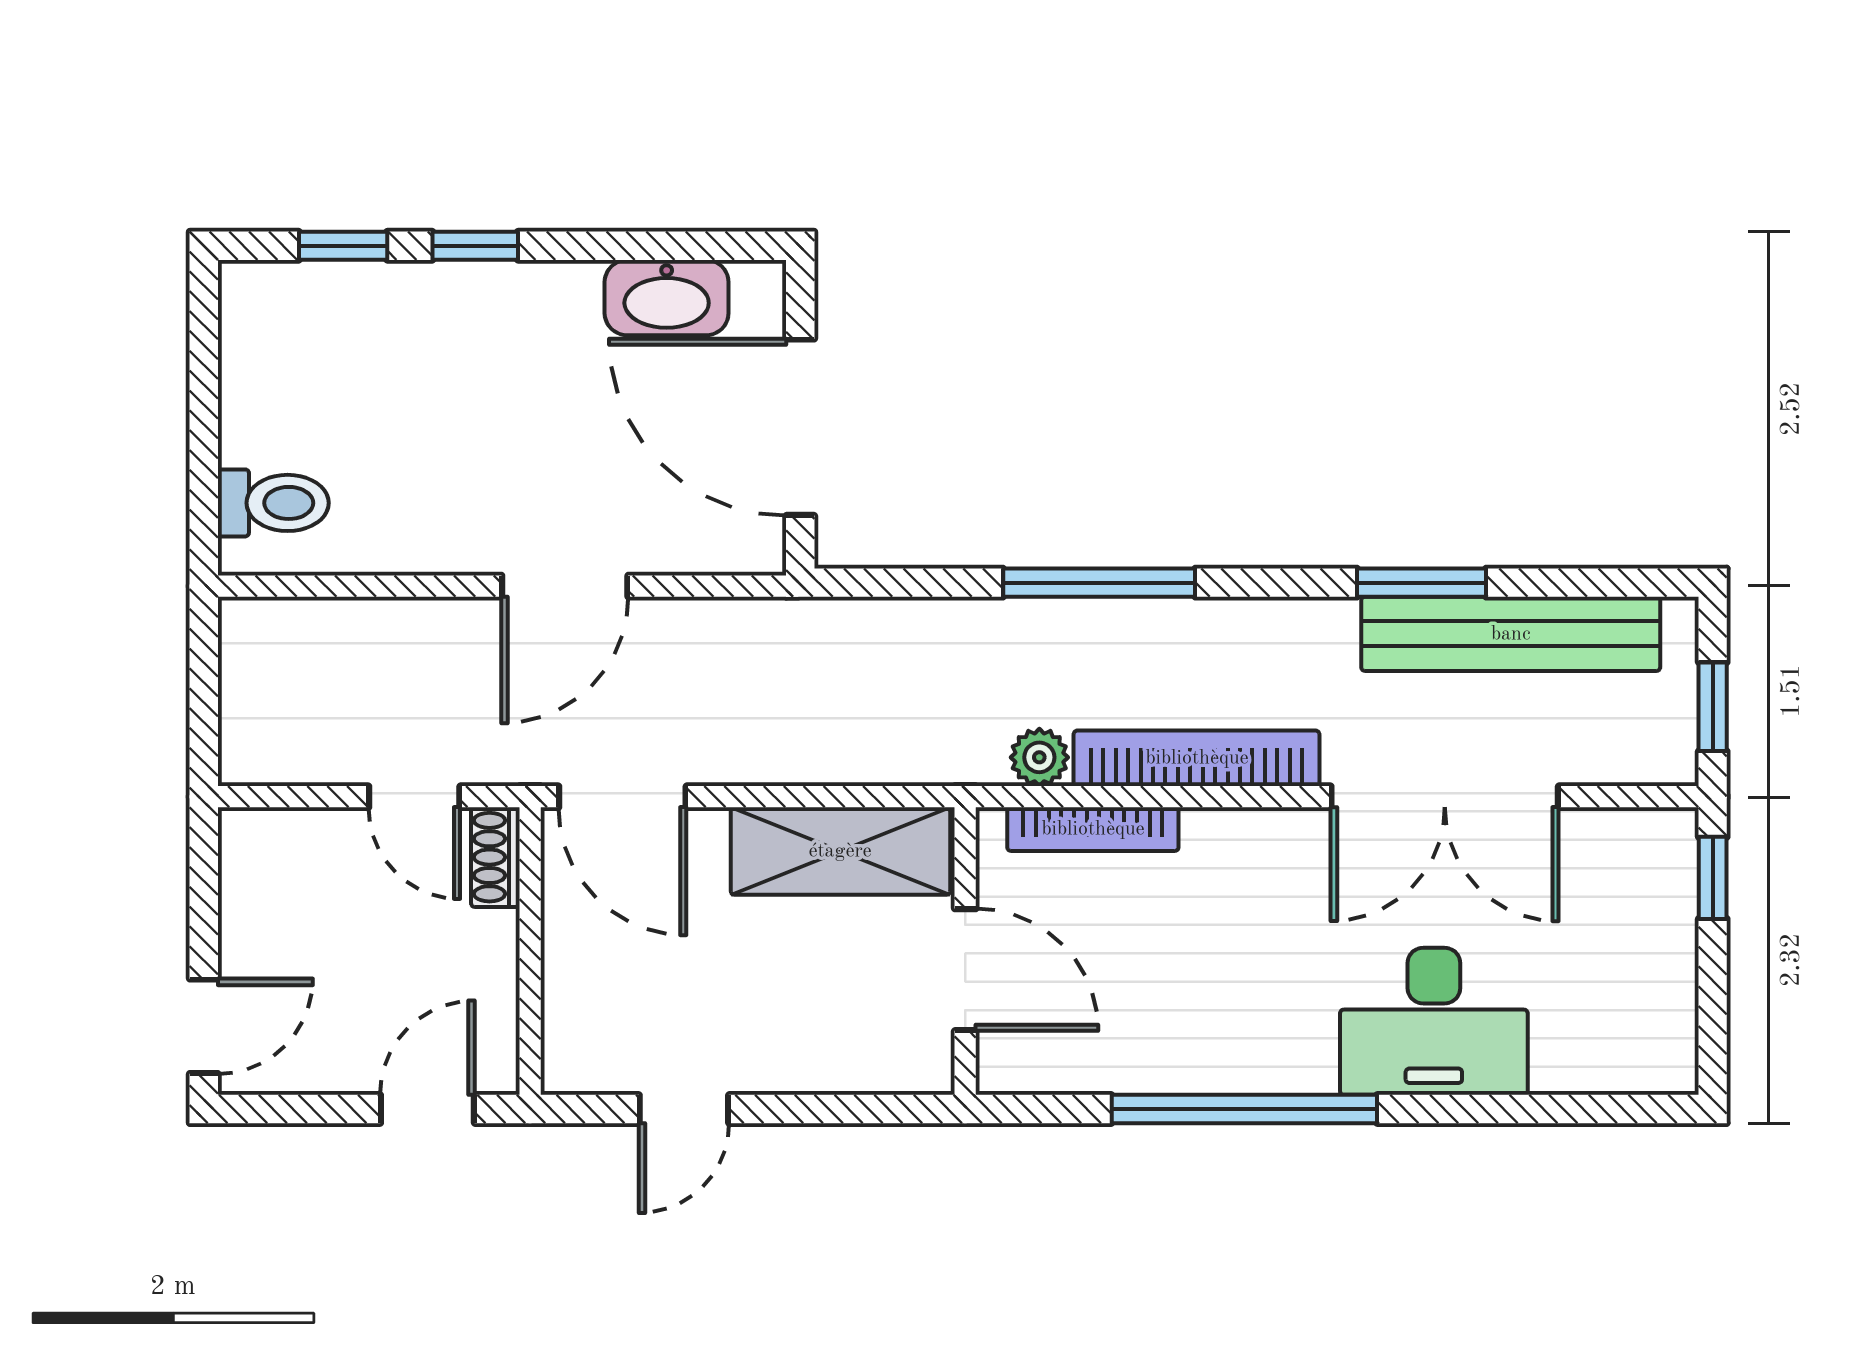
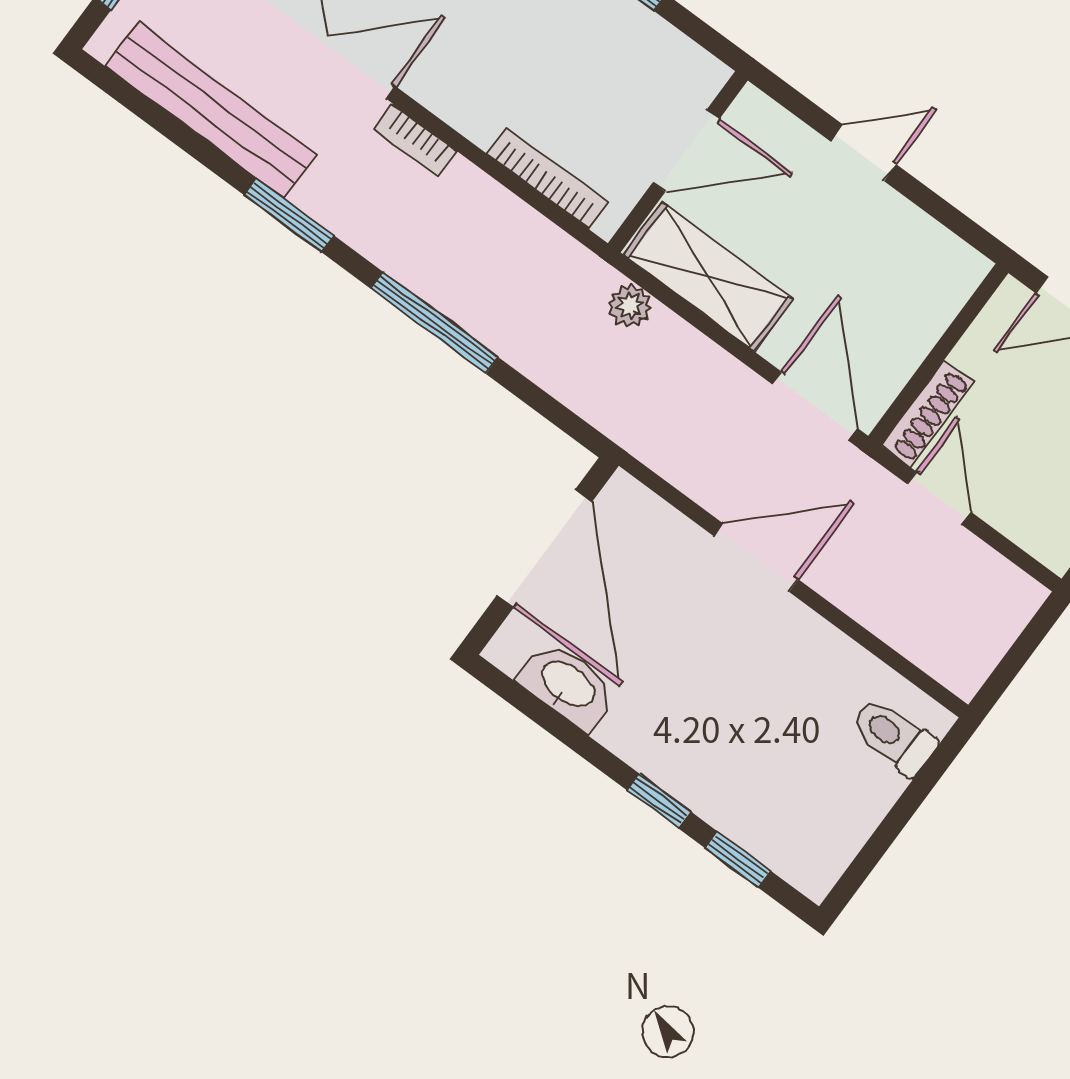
window: (1422, 583) -> (289, 215), moved
plant: (1039, 757) -> (630, 306), moved
bookcase: (1197, 758) -> (415, 140), width x0.43, depth x0.76
shoe rack: (495, 857) -> (927, 413), width x1.43
door: (965, 970) -> (686, 151), swing flipped
door: (684, 1109) -> (863, 153), moved

